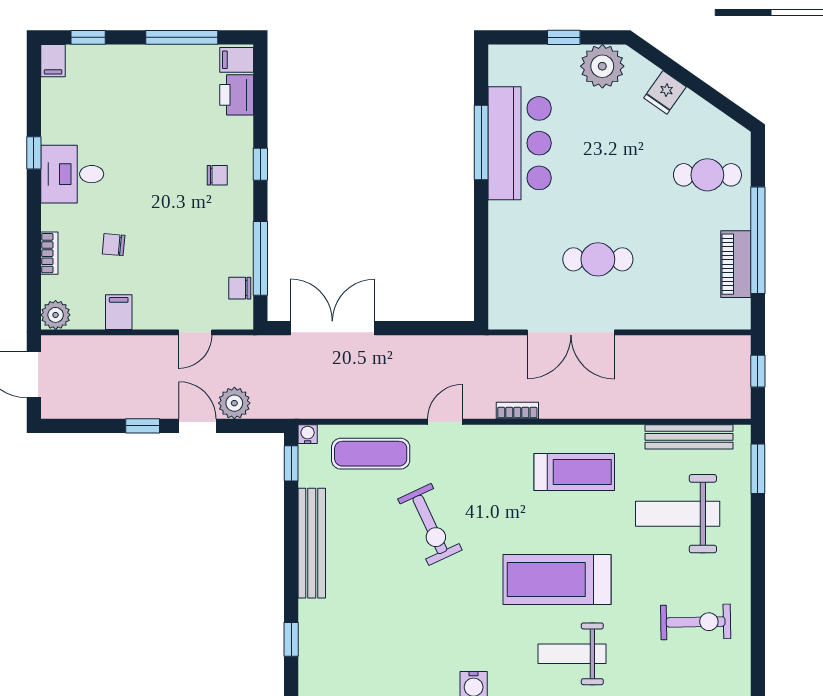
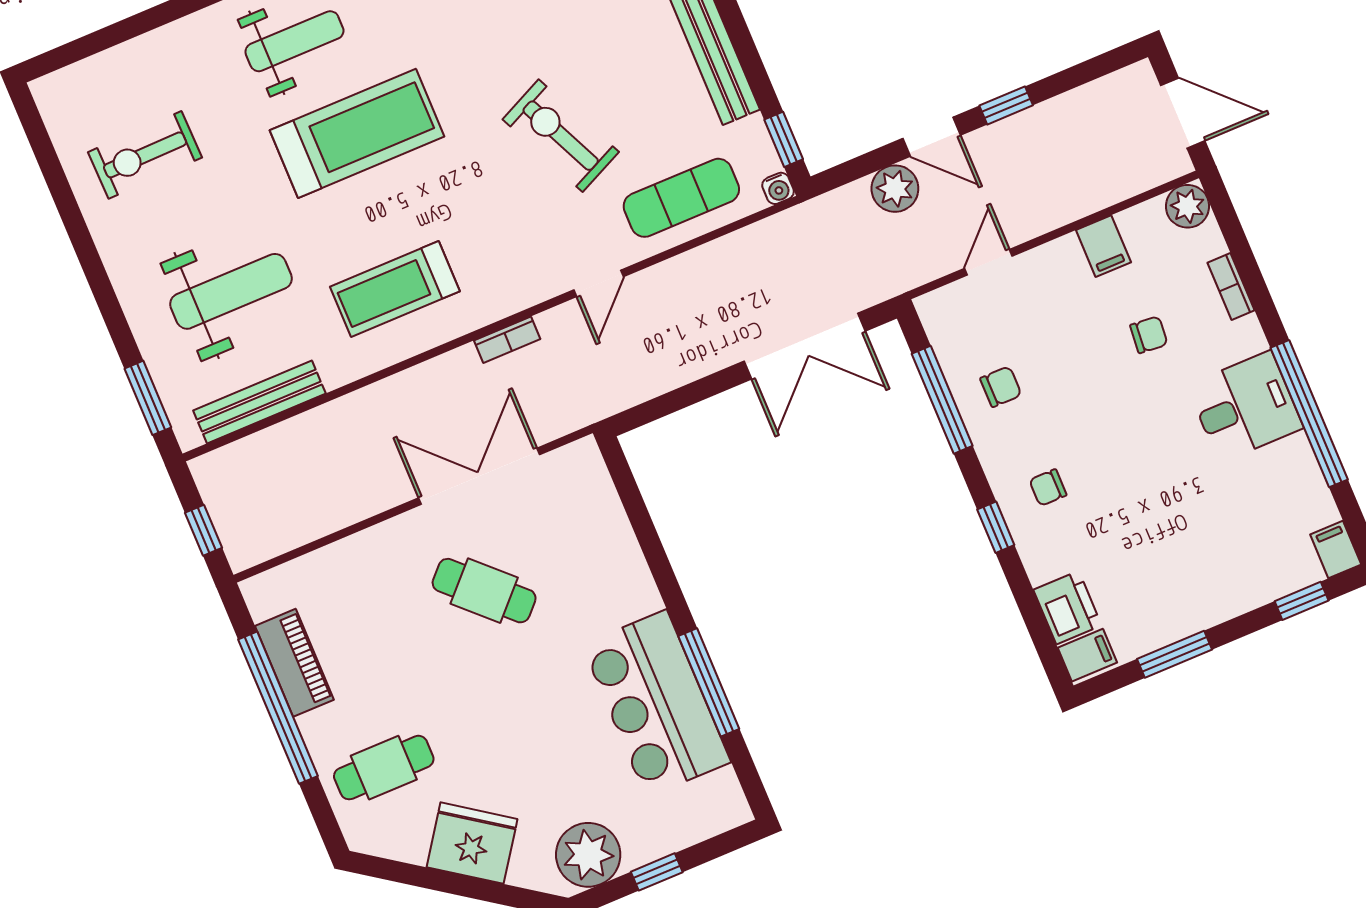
window: (182, 37) -> (1174, 654), width x0.69
fridge: (665, 92) -> (472, 843), width x1.88, depth x1.34
window: (34, 153) -> (1309, 414), width x3.17
cafe table: (598, 259) -> (484, 591), turned 44
chair: (240, 288) -> (1001, 387), moved

